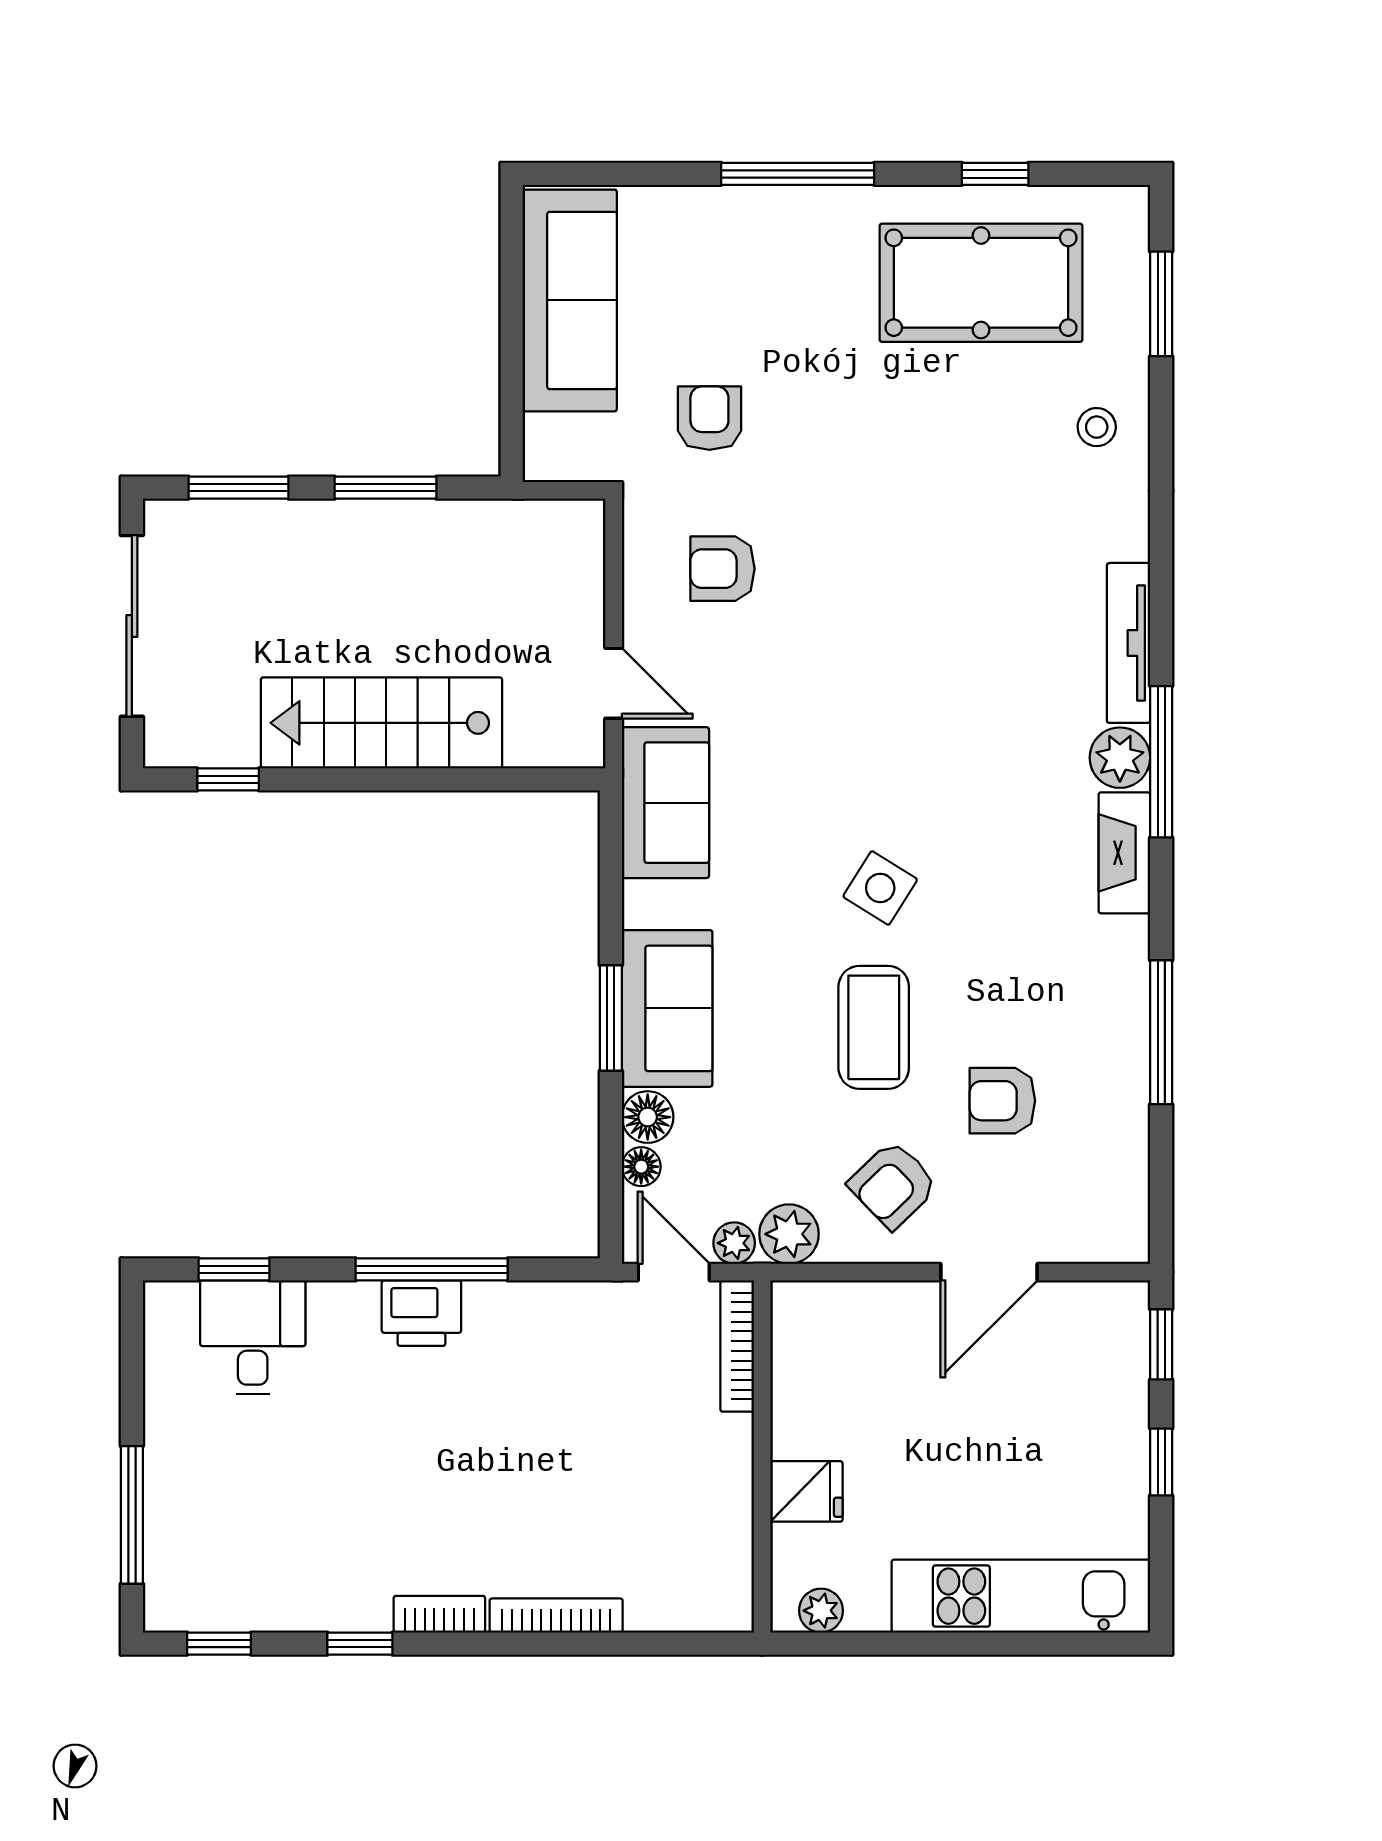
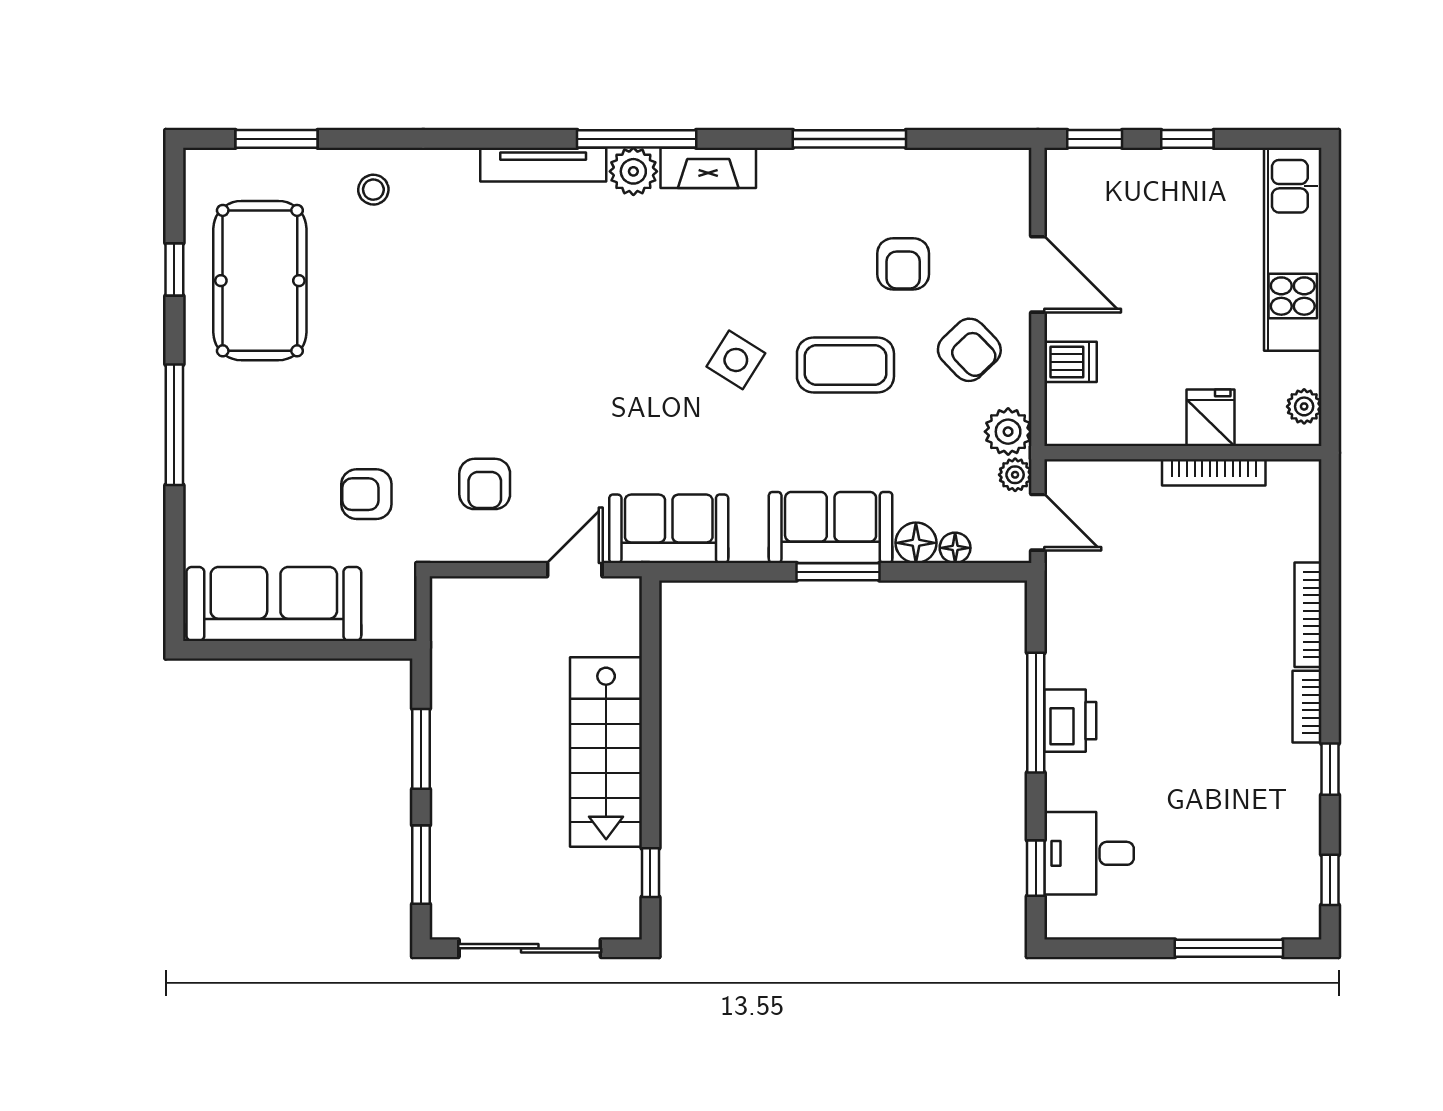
door: (674, 1272) -> (1038, 522), swing flipped
dishwasher: (878, 1313) -> (1070, 362), added
bookcase: (737, 1346) -> (1214, 472), moved

